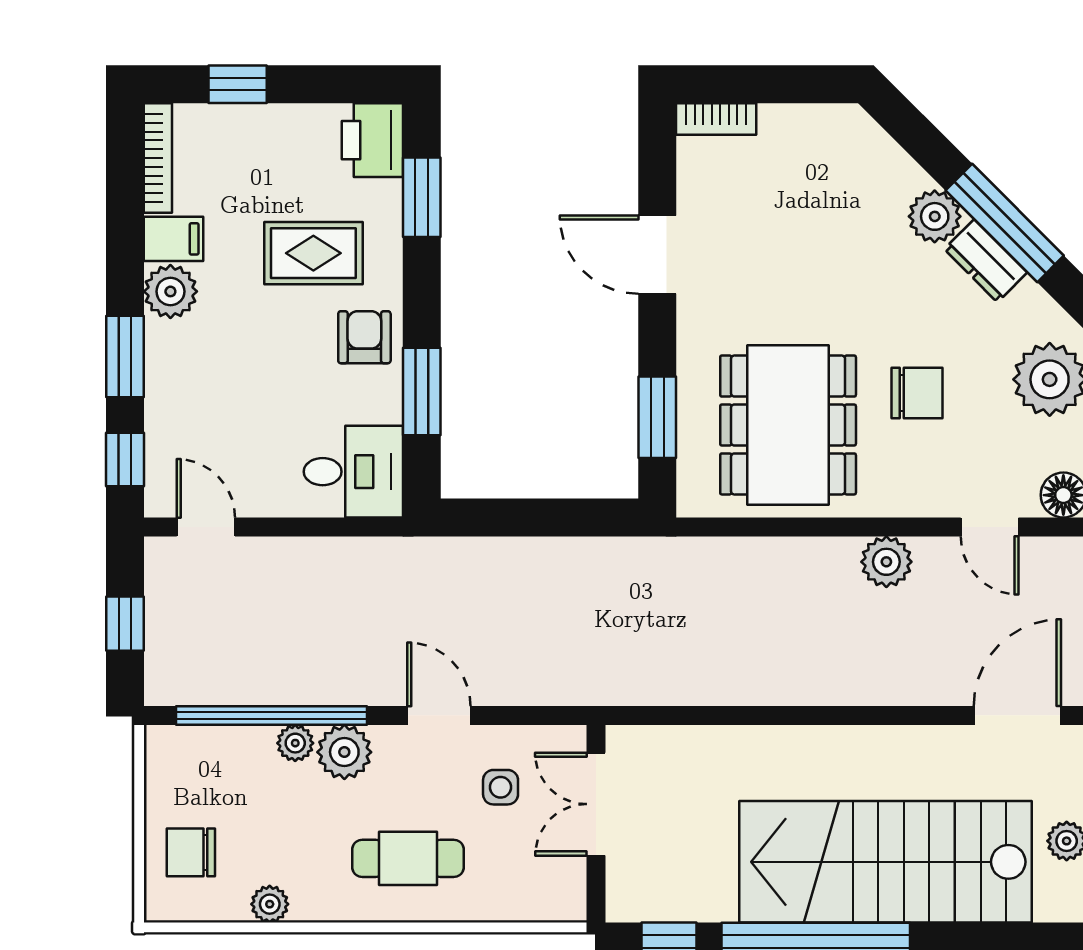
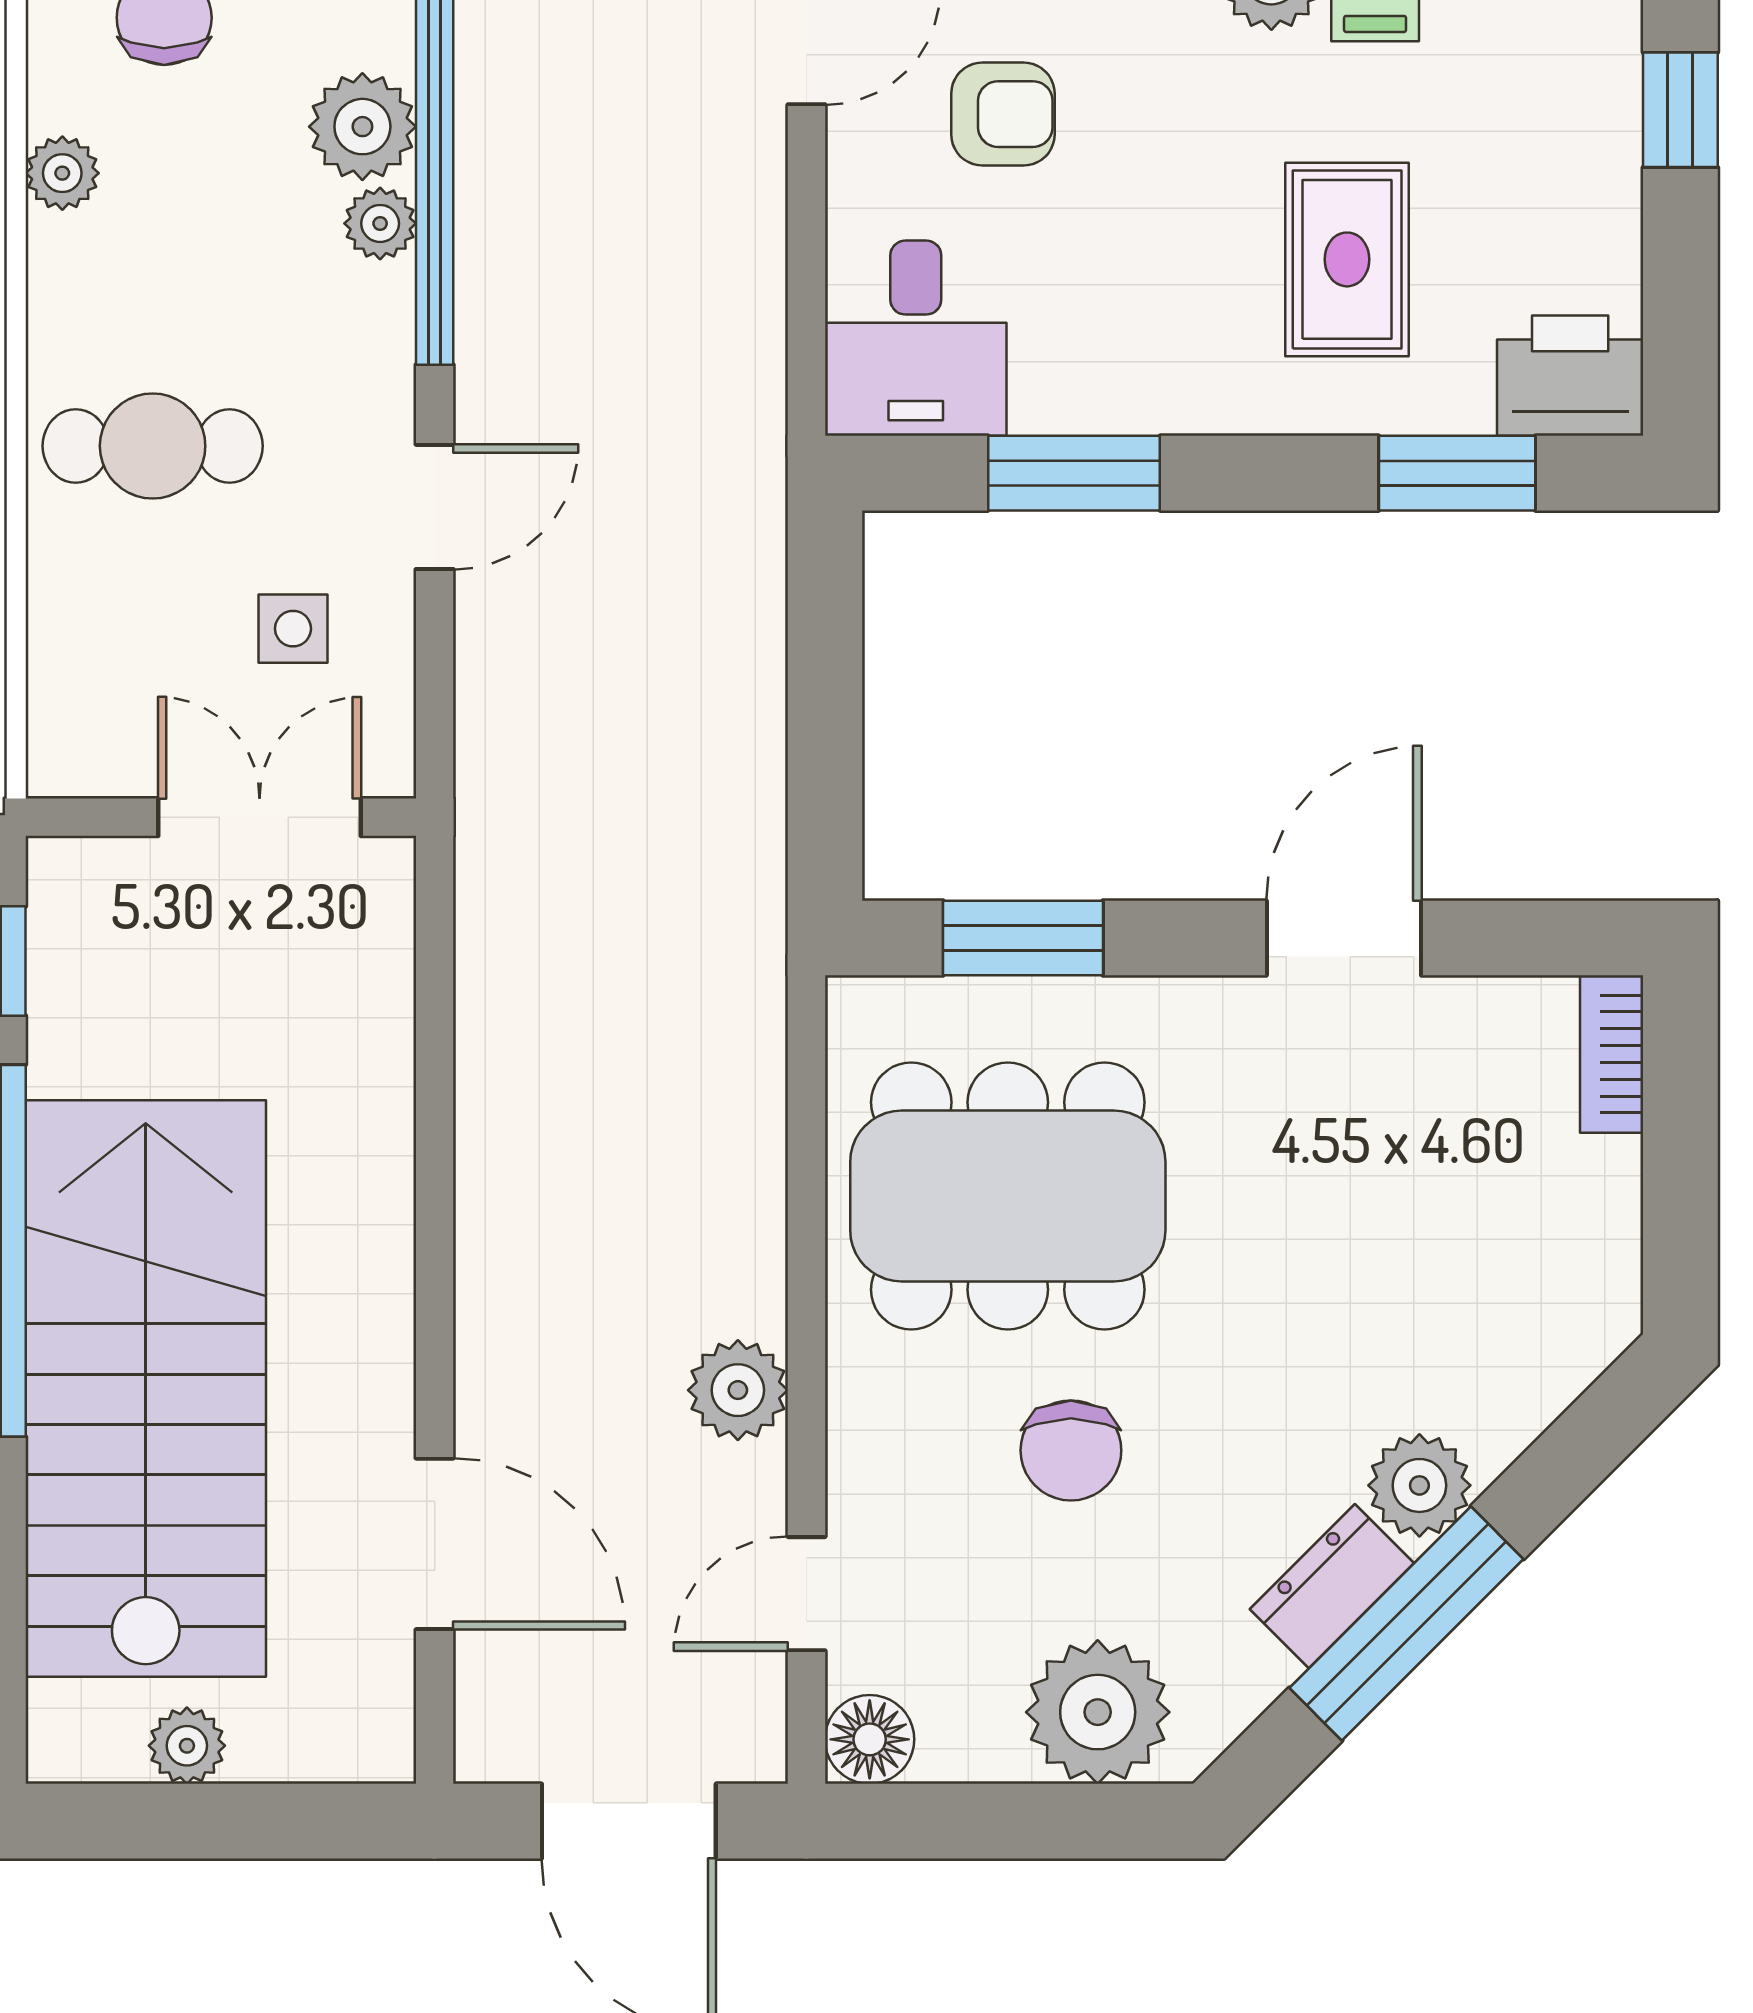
armchair: (364, 337) -> (1003, 114), moved
door: (1017, 715) -> (435, 1544), moved
plant: (344, 752) -> (362, 127), moved
cafe table: (408, 858) -> (153, 446), turned 90

